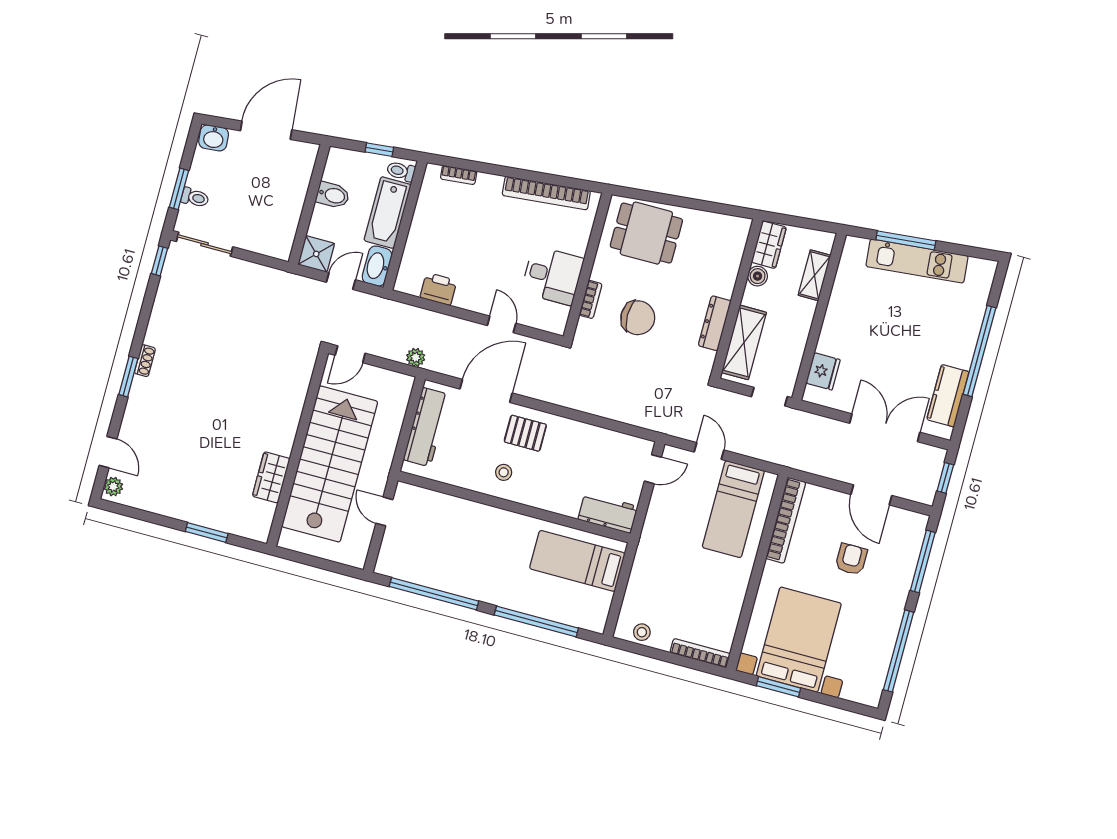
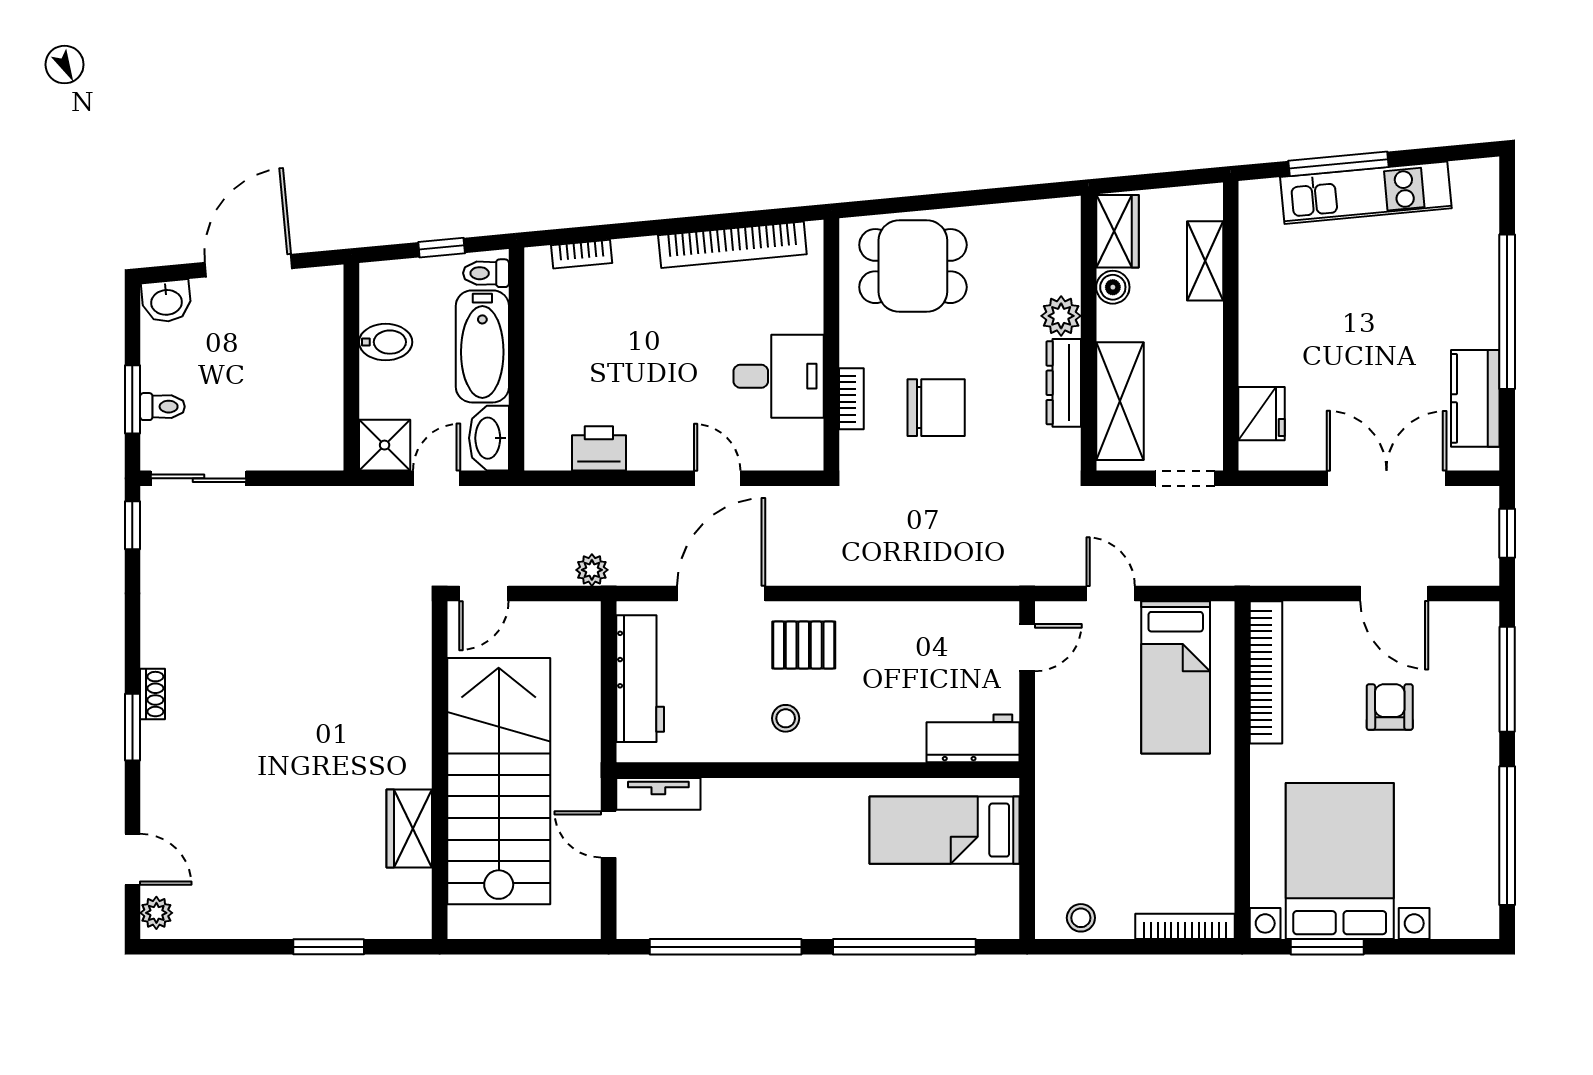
plant: (723, 284) -> (1061, 316), added
tv unit: (419, 496) -> (658, 794), added

